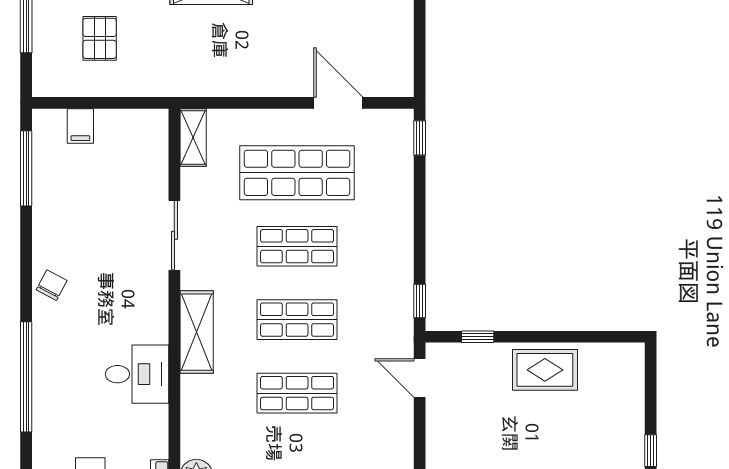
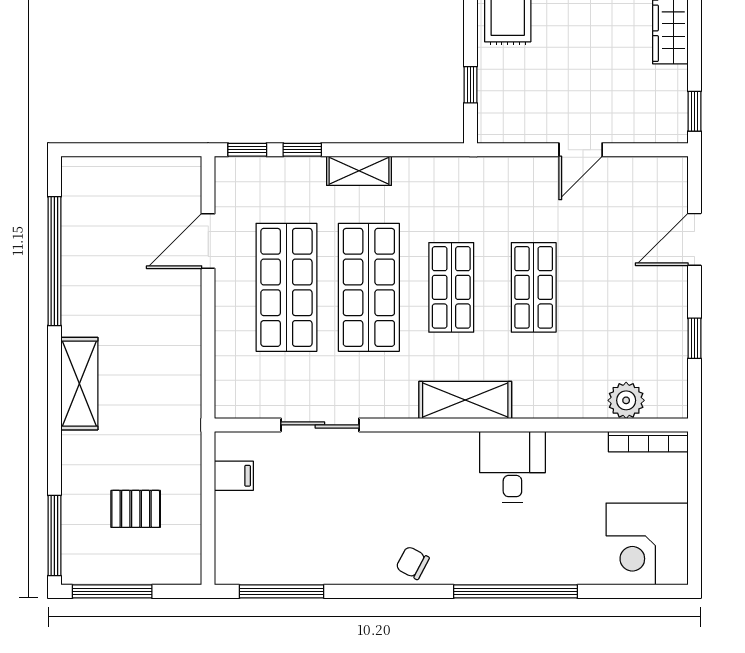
filing cabinet: (80, 126) -> (234, 476), moved
shelving: (193, 138) -> (359, 171), moved
sliding door: (174, 235) -> (320, 425), moved
shop shelf: (297, 246) -> (369, 287), width x1.43, depth x1.36
window: (420, 301) -> (302, 150), moved
door: (420, 378) -> (581, 150), moved

